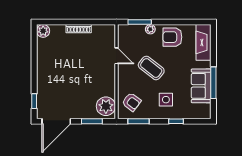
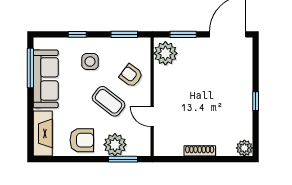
plant: (150, 29) -> (115, 145), width x1.88, depth x1.88
window: (213, 83) -> (30, 68), moved
sofa: (201, 86) -> (46, 79), width x1.36
window: (34, 101) -> (256, 101), moved
armchair: (131, 102) -> (131, 76), moved

